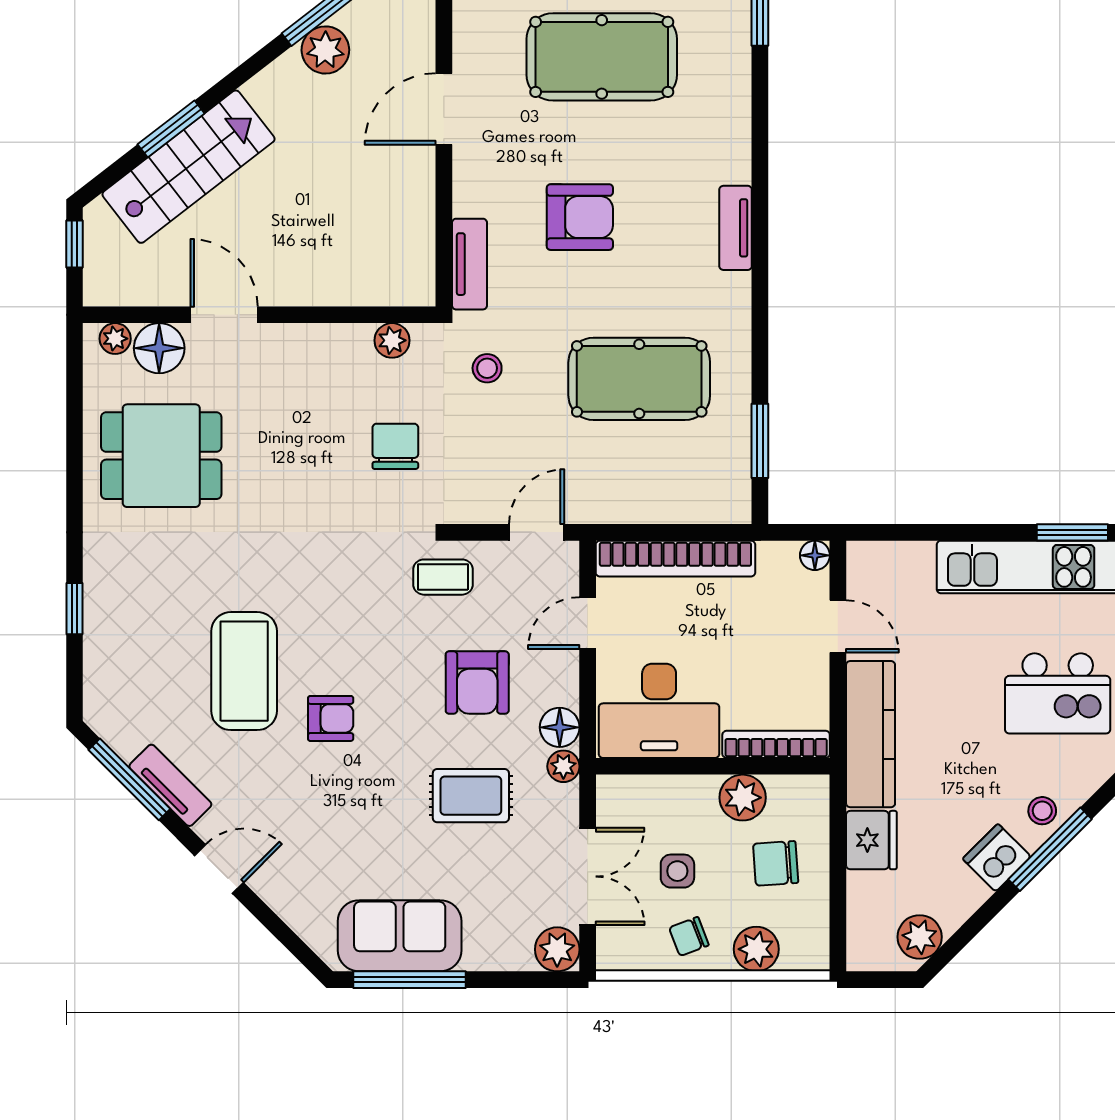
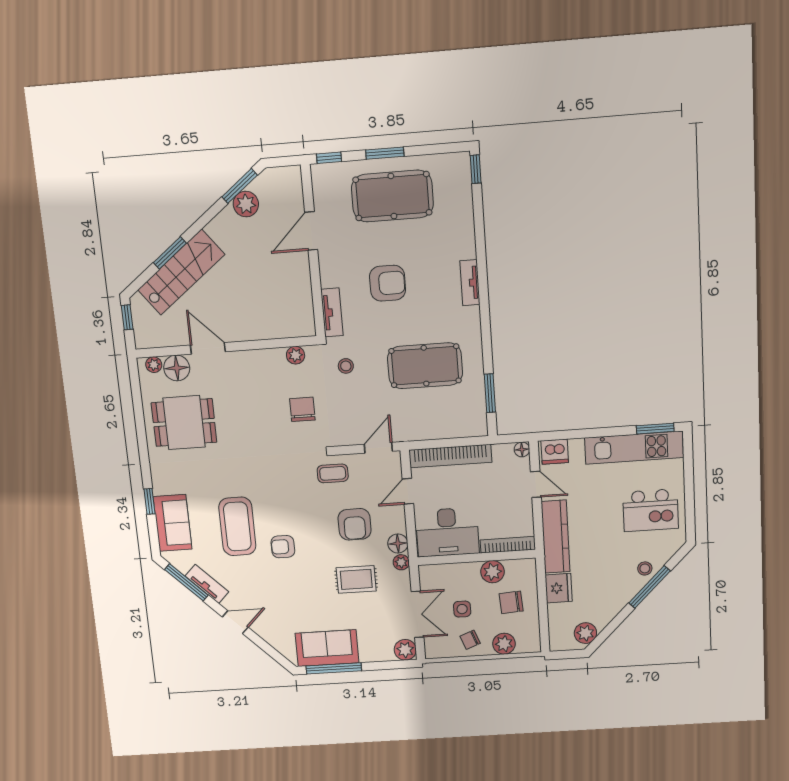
sofa: (115, 655) -> (173, 523), added
armchair: (331, 718) -> (283, 547), turned 180
dishwasher: (997, 858) -> (555, 452), moved, turned -135

